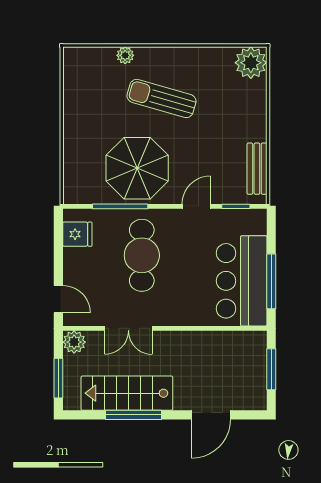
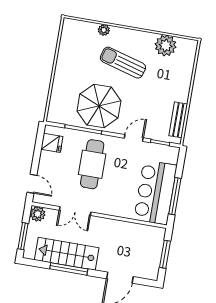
plant: (251, 63) -> (166, 45), moved

